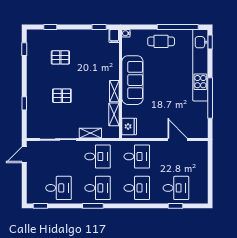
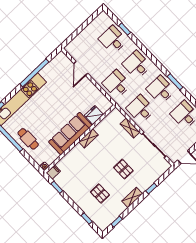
shelving: (114, 114) -> (132, 197), moved
fridge: (129, 126) -> (94, 115), moved

